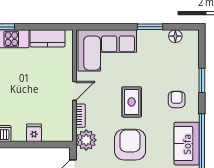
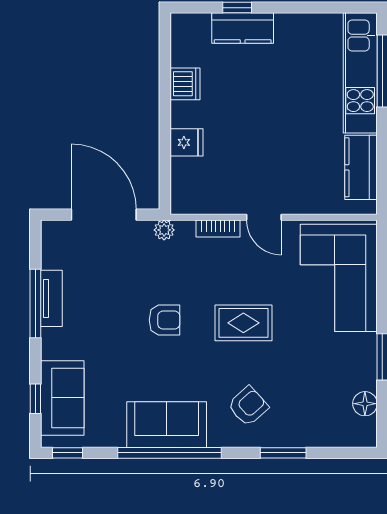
armchair: (177, 99) -> (248, 406), turned -42
plant: (86, 140) -> (164, 230), width x0.53, depth x0.53
armchair: (130, 145) -> (165, 320), width x0.53, depth x0.53

